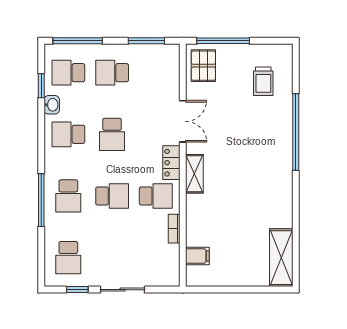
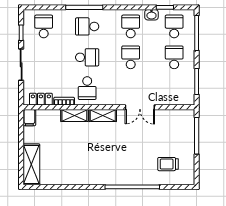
pallet: (203, 66) -> (179, 122), removed
school desk: (112, 134) -> (131, 57), turned 90
locker: (171, 163) -> (41, 99), moved
school desk: (112, 196) -> (87, 57), turned -90
shelving: (194, 214) -> (74, 115), added
filing cabinet: (197, 256) -> (29, 118), moved
school desk: (68, 258) -> (44, 26), turned 90
shelving: (281, 258) -> (31, 164), moved, turned 90

